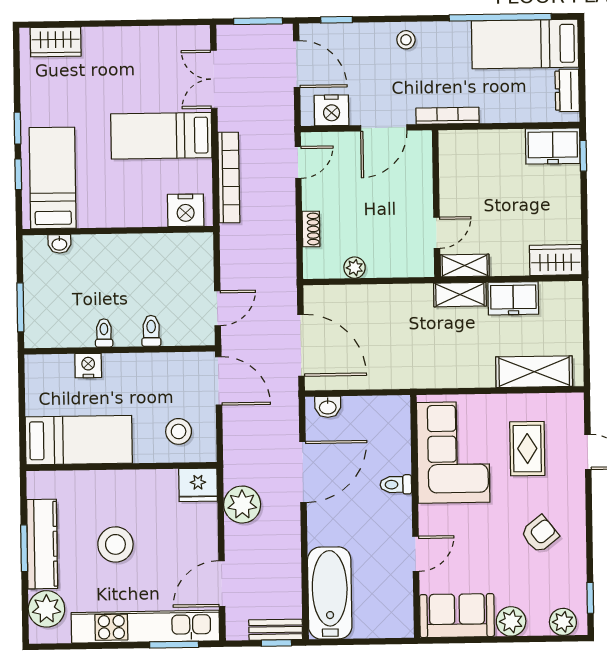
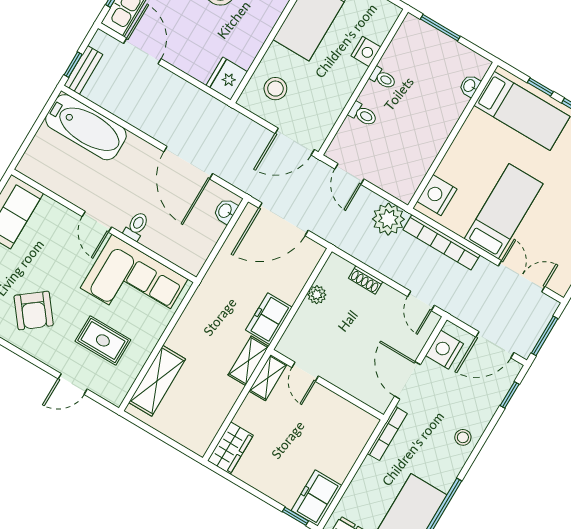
freezer: (513, 298) -> (269, 319), moved
plant: (242, 505) -> (388, 219), moved
armchair: (540, 534) -> (34, 311), width x1.38, depth x1.38
door: (416, 554) -> (97, 222), moved

